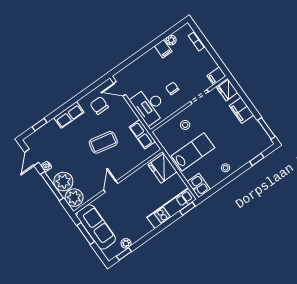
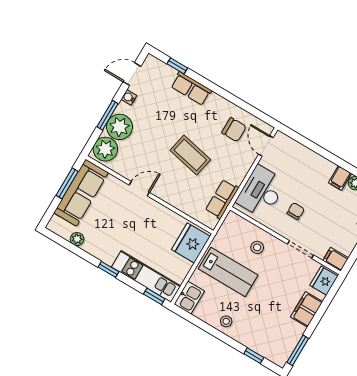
chair: (99, 106) -> (234, 130), turned 90
row of seats: (69, 115) -> (191, 88), moved
window: (52, 186) -> (108, 115), width x0.69
window: (124, 254) -> (108, 269), moved

